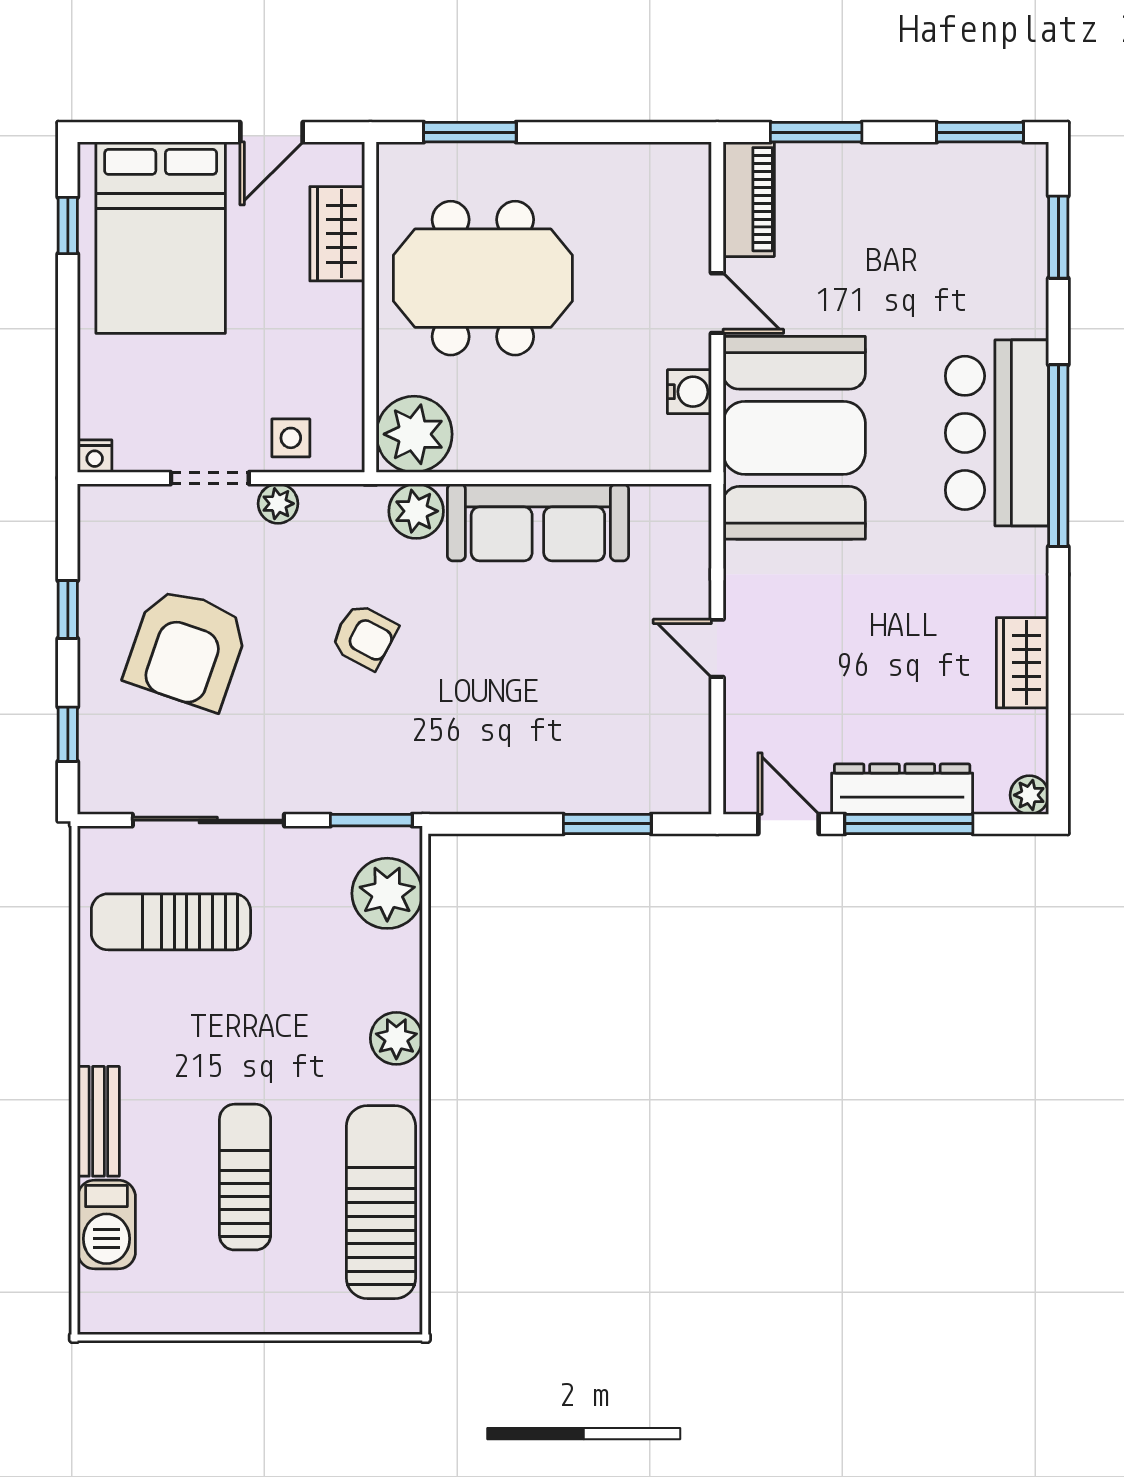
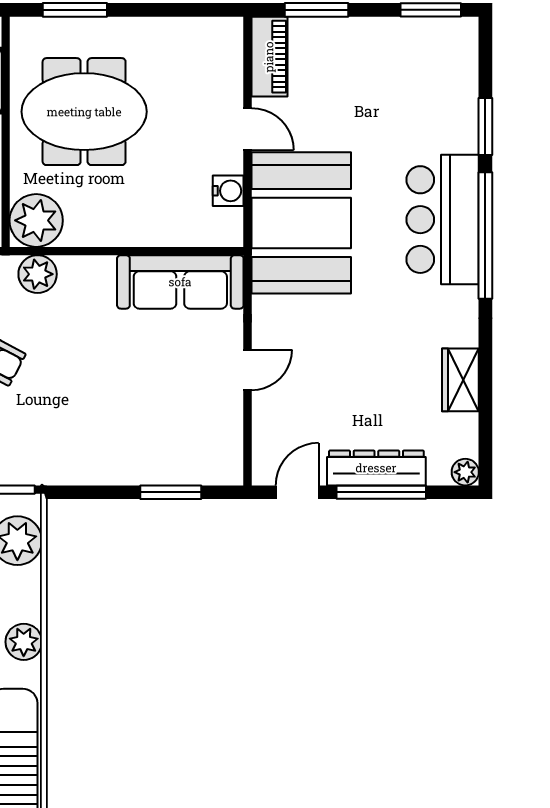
window: (1058, 237) -> (485, 127), moved
sofa: (538, 522) -> (180, 282), moved
door: (717, 648) -> (248, 370), swing flipped
door: (788, 824) -> (297, 492), hinge flipped

